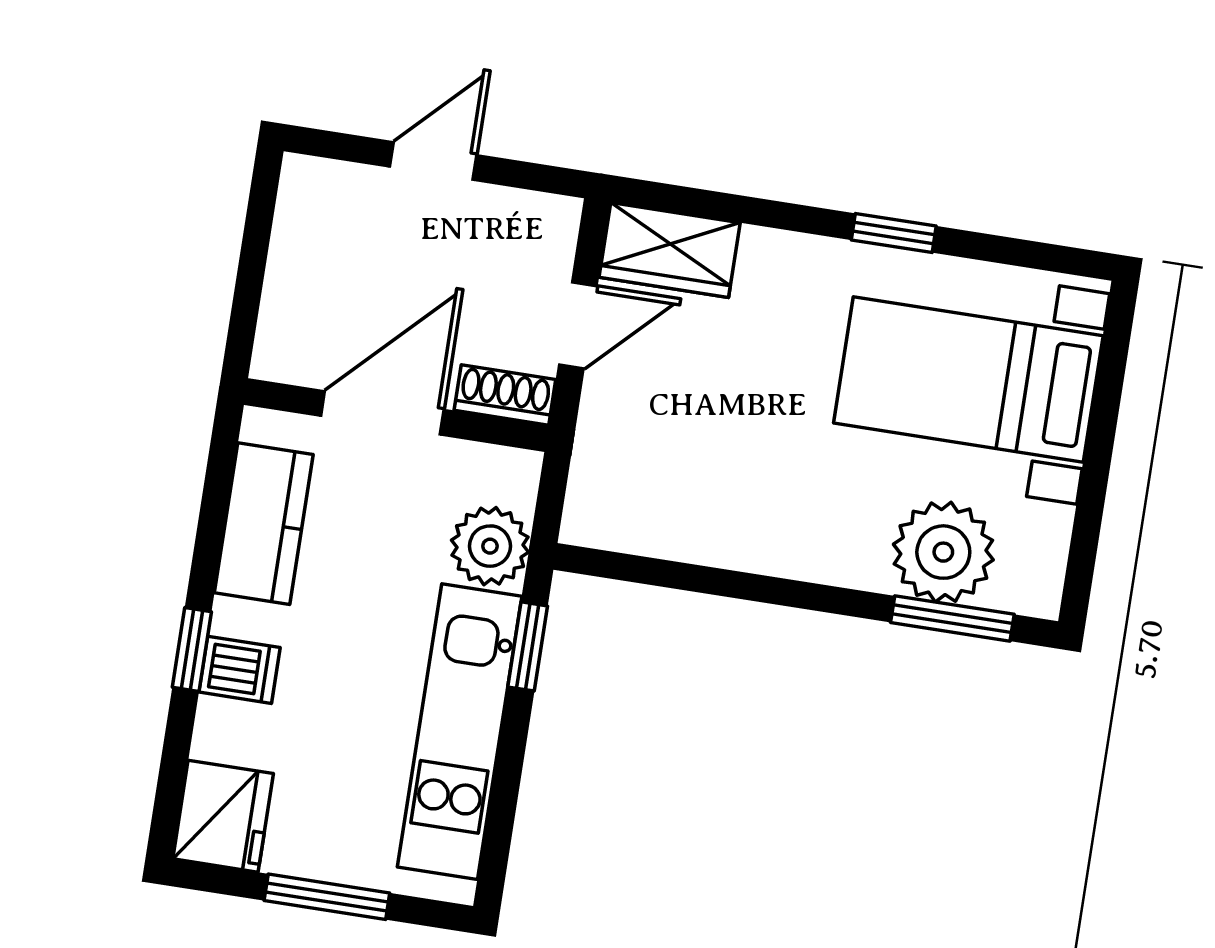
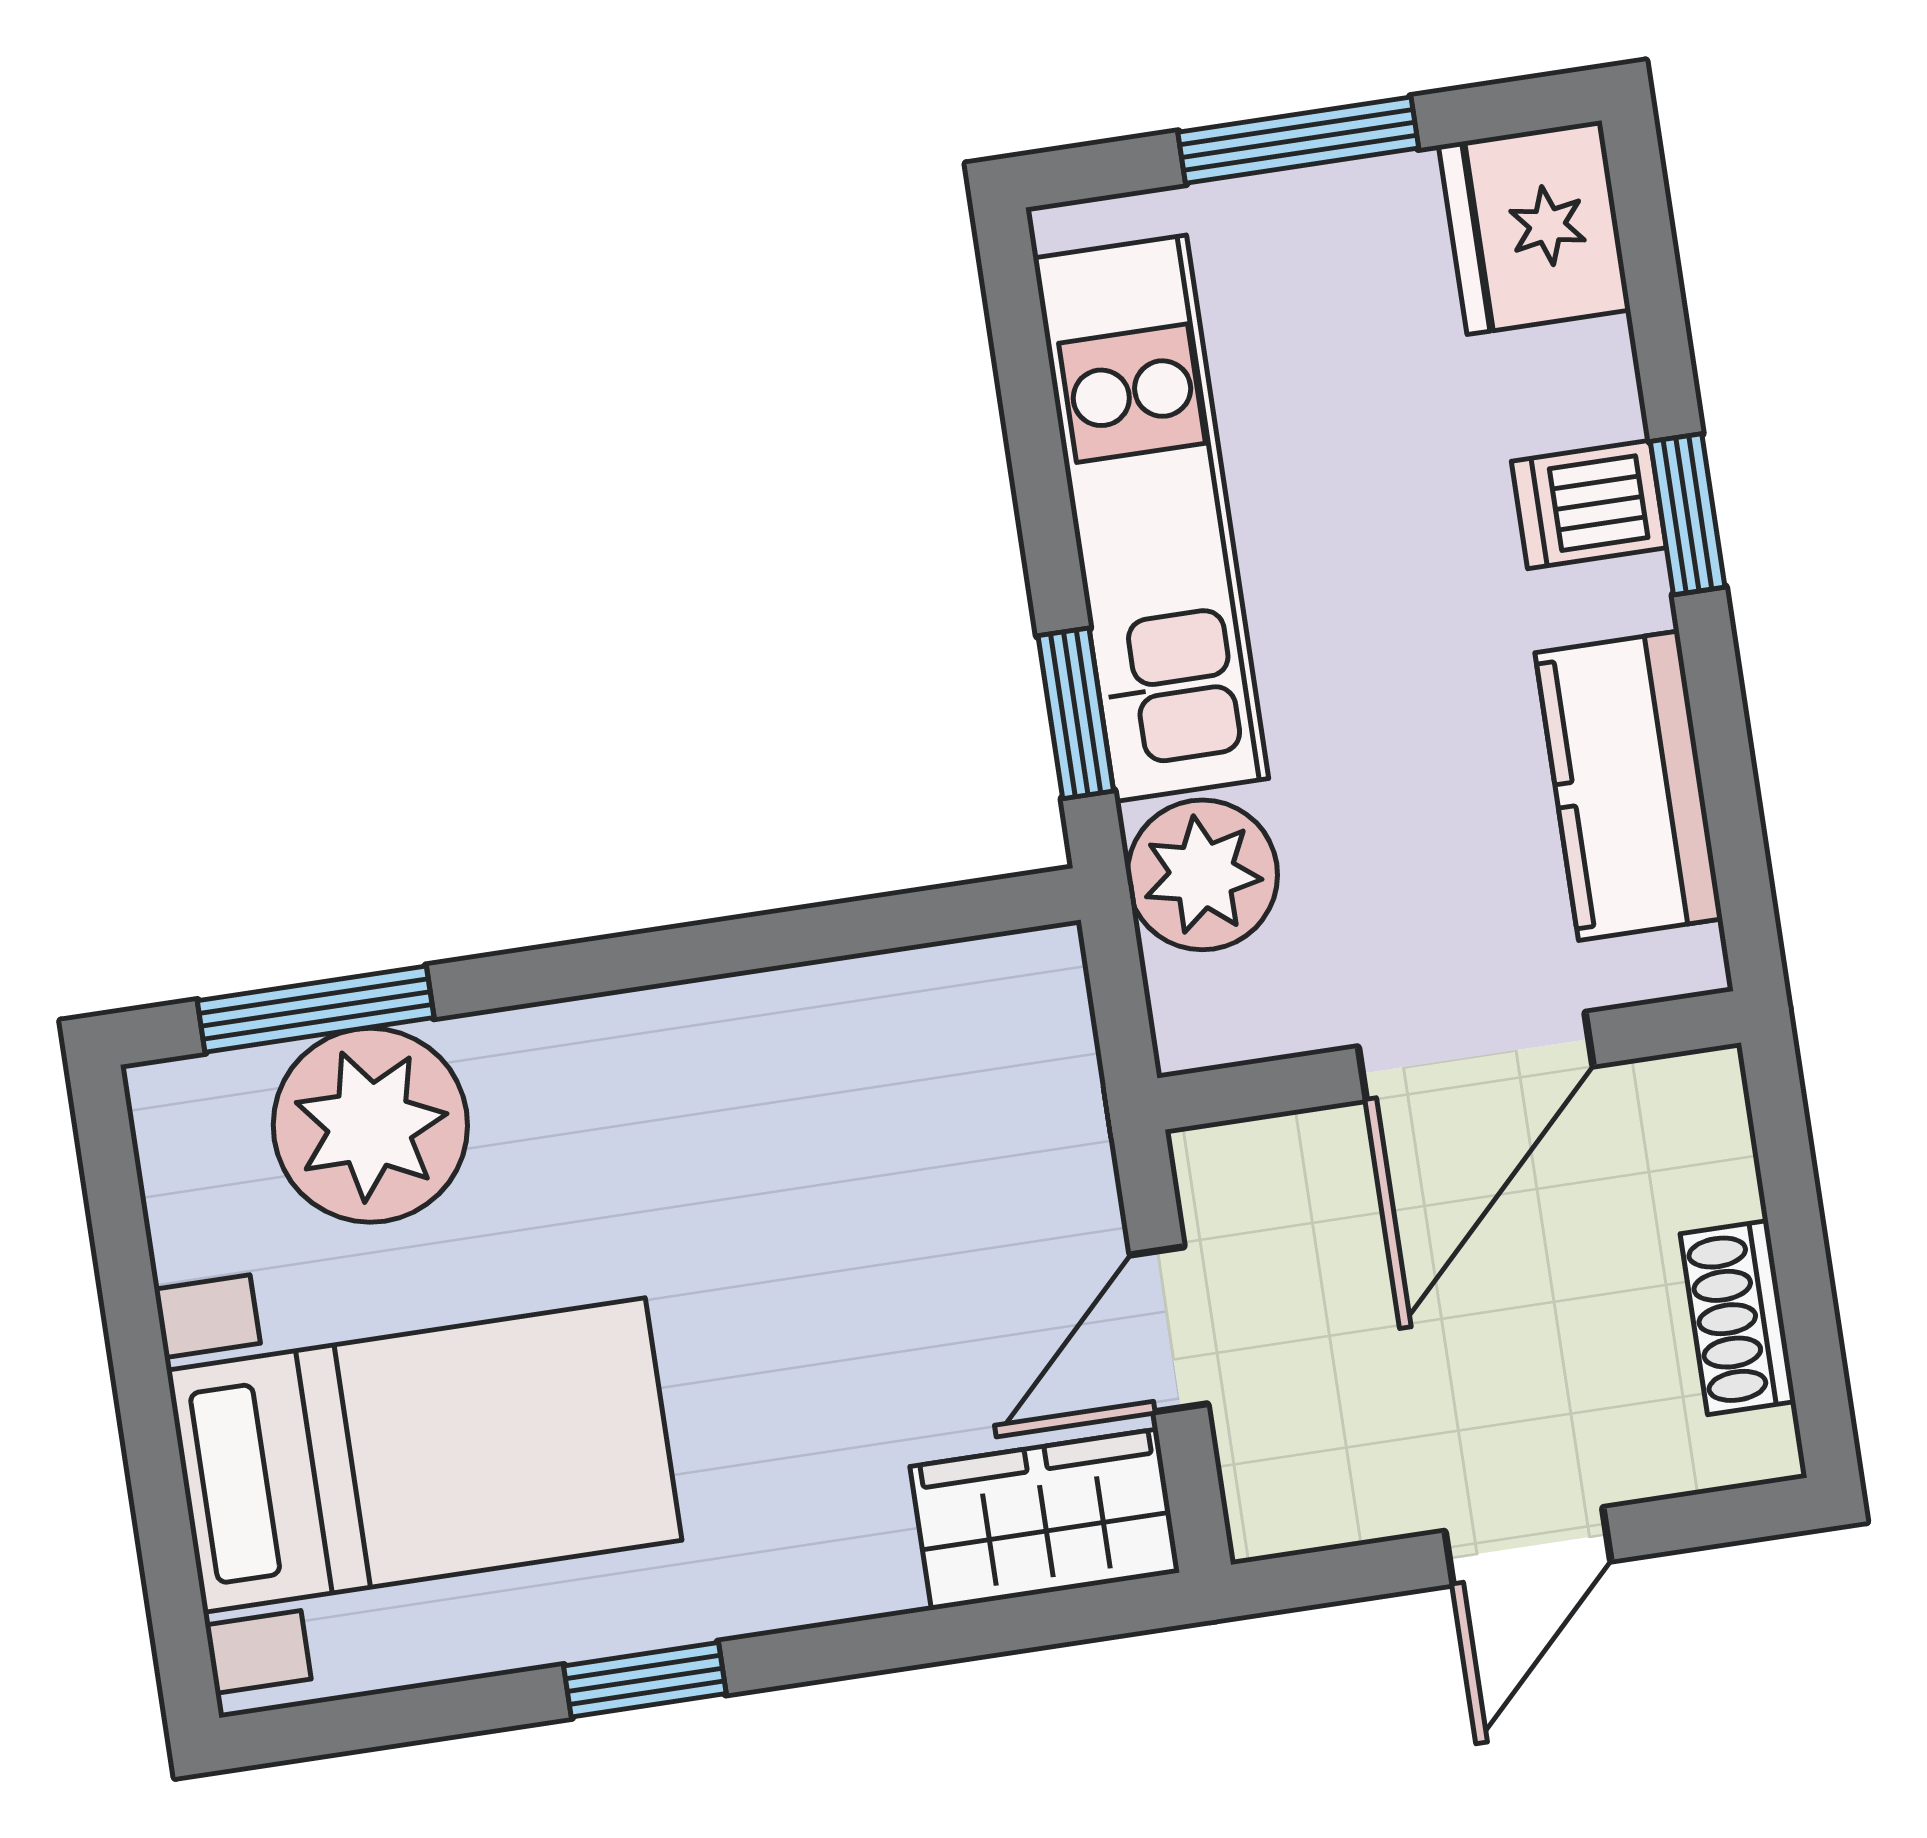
shoe rack: (505, 395) -> (1738, 1318), moved, turned 90

